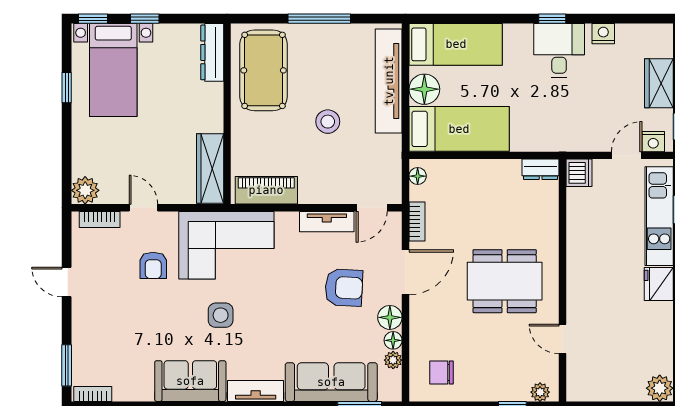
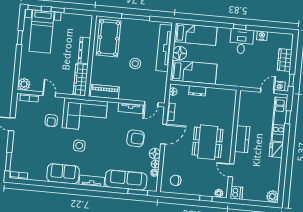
dresser: (212, 52) -> (84, 50), moved
dresser: (541, 169) -> (197, 91), moved
dishwasher: (579, 173) -> (236, 193), moved
kitchen counter: (581, 267) -> (242, 139), added
dining table: (505, 281) -> (208, 142), turned 90

